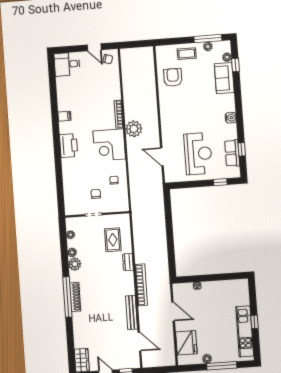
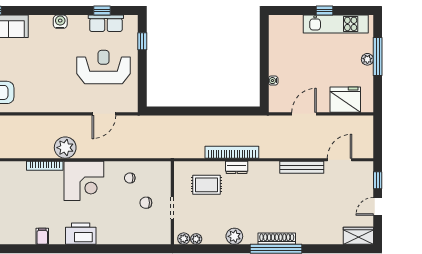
plant: (72, 252) -> (184, 239), moved
bookcase: (141, 285) -> (232, 152), moved
plant: (207, 359) -> (367, 59), moved

